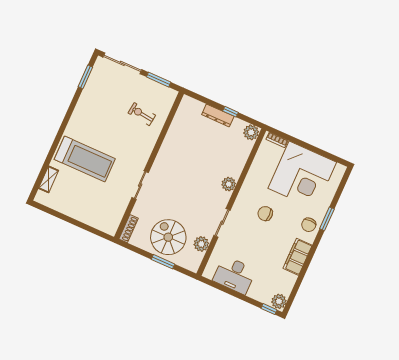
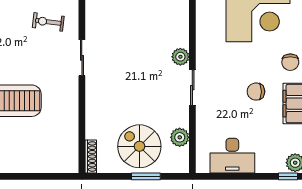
sliding door: (140, 185) -> (82, 58), moved
chair: (265, 214) -> (256, 92), moved
sliding door: (222, 223) -> (192, 88), moved

